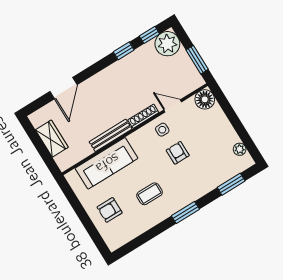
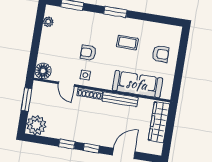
window: (149, 35) -> (91, 148), moved
wardrobe: (52, 139) -> (159, 122), width x1.50
armchair: (178, 153) -> (88, 53), turned 90

